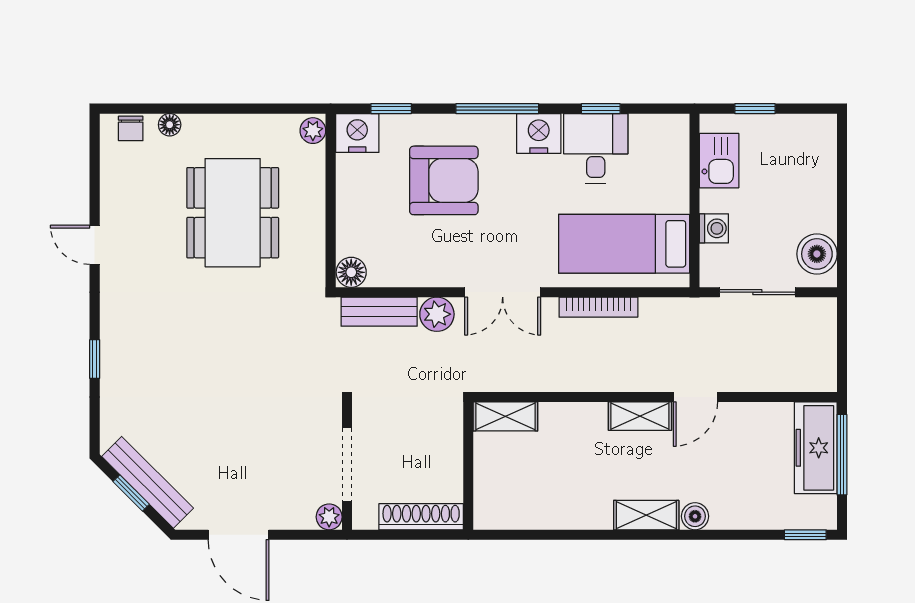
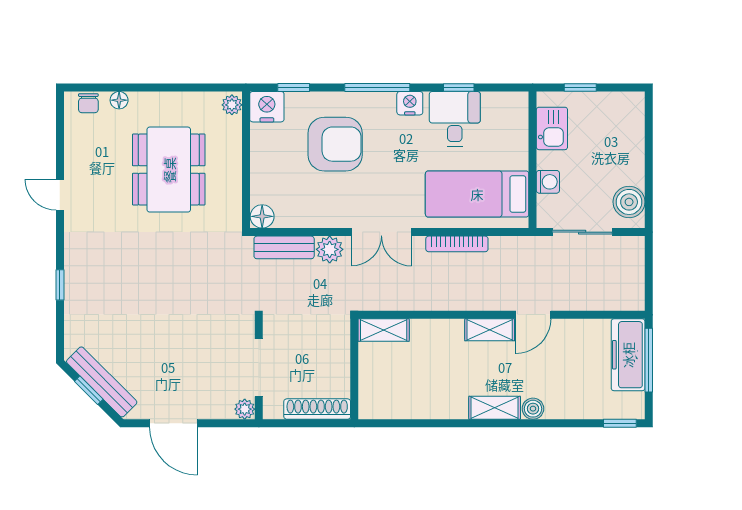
nightstand: (539, 133) -> (410, 103), width x0.74, depth x0.75

